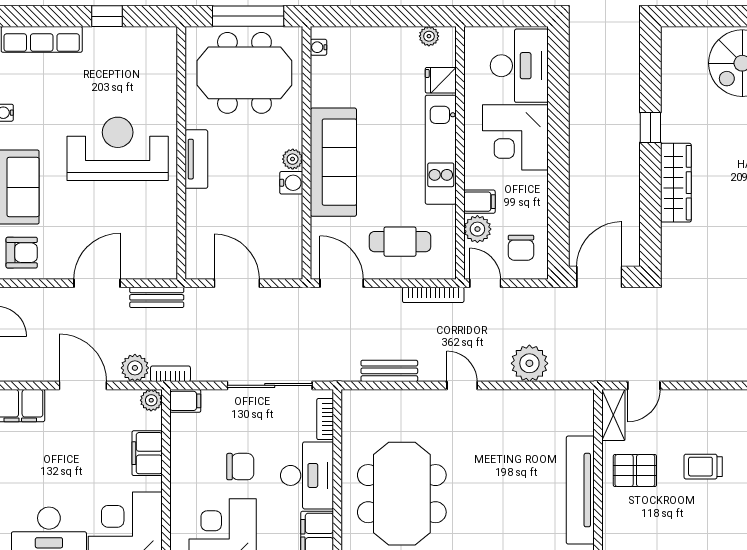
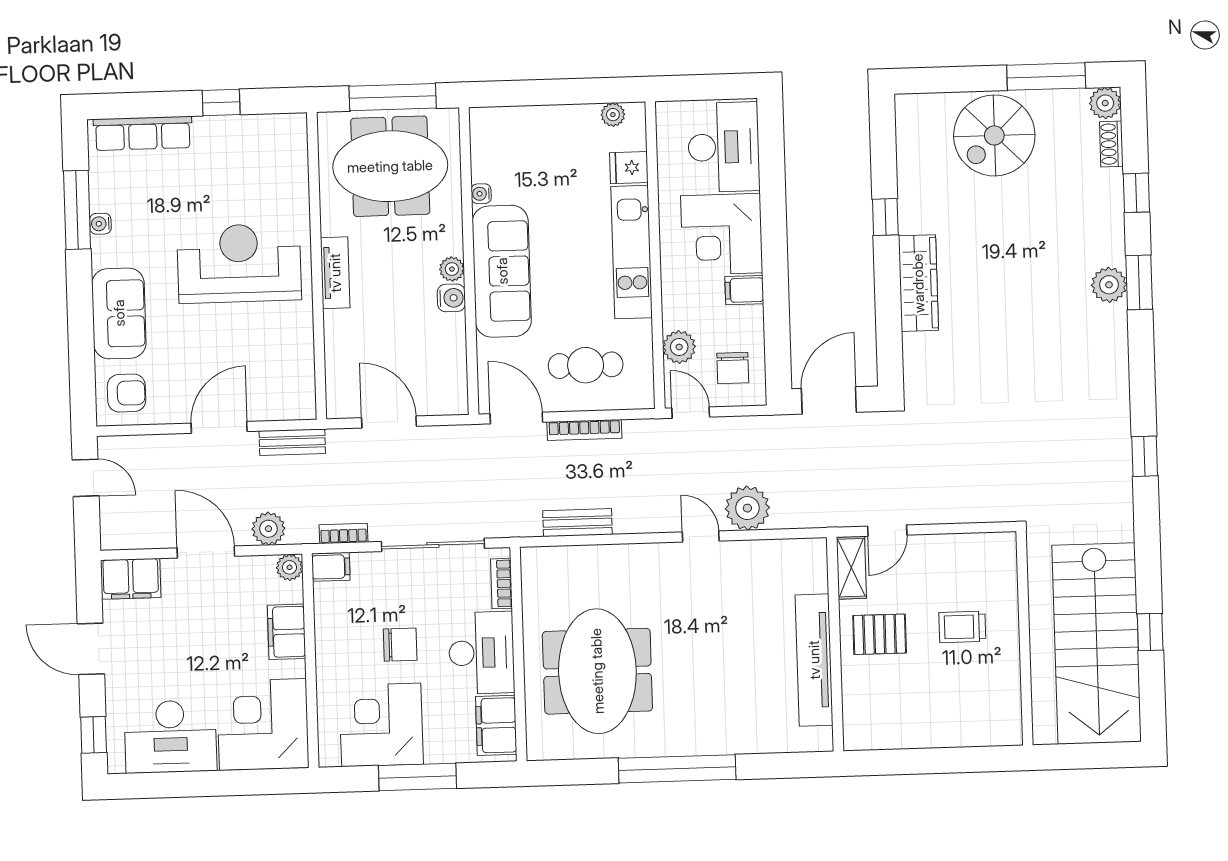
water cooler: (319, 47) -> (481, 194), moved
filing cabinet: (479, 202) -> (744, 290), moved, turned 180
bookcase: (433, 295) -> (584, 430), moved
bookcase: (170, 374) -> (344, 533), moved
door: (462, 385) -> (701, 537), moved

